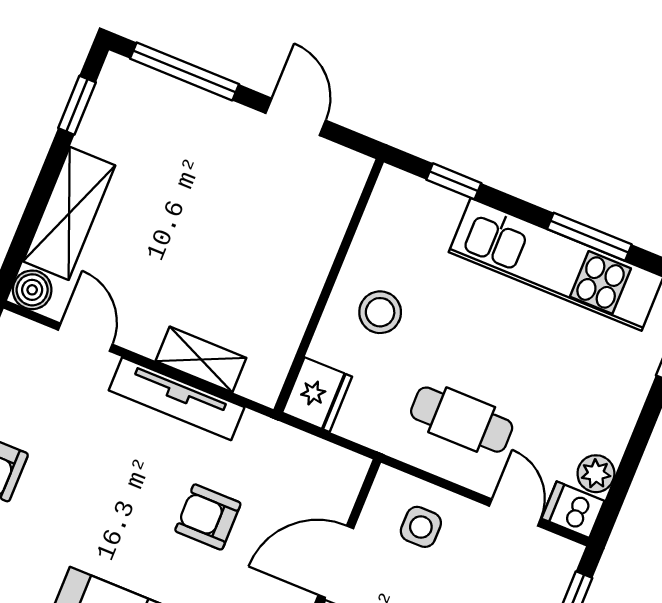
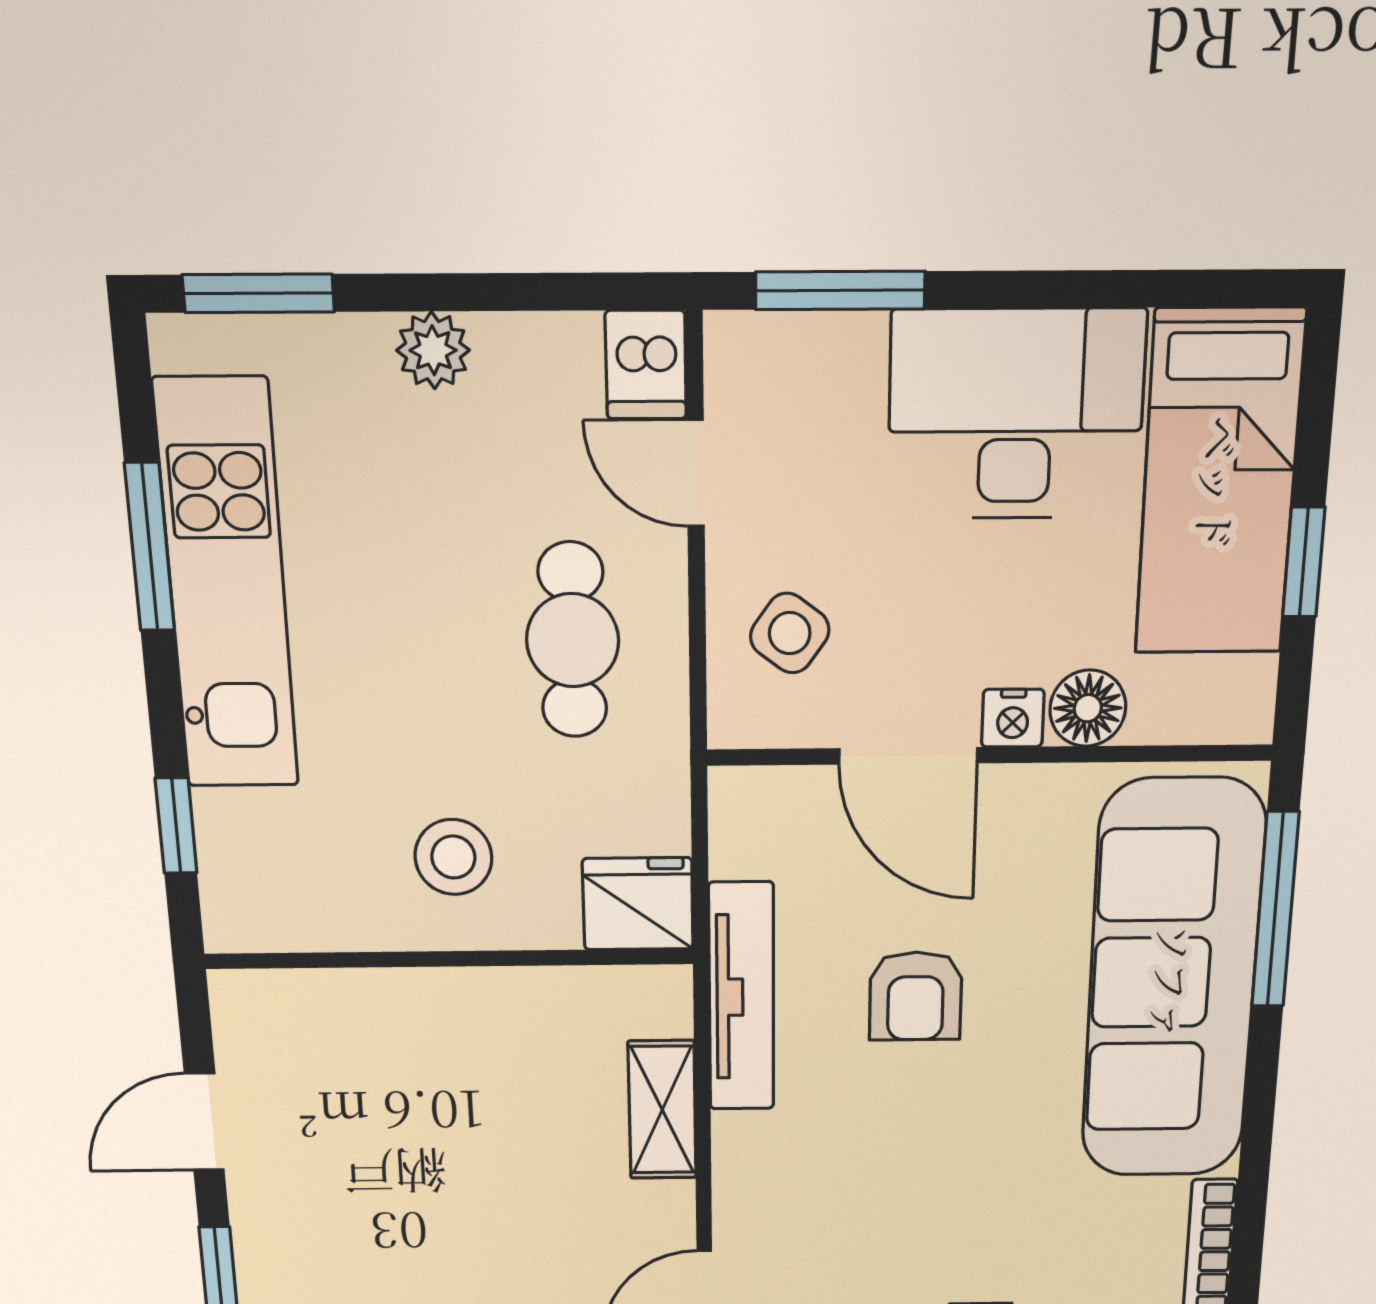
tv unit: (177, 399) -> (741, 997), moved
plant: (596, 474) -> (433, 350), moved
door: (515, 513) -> (696, 473), hinge flipped
side table: (421, 527) -> (790, 633), turned 36

